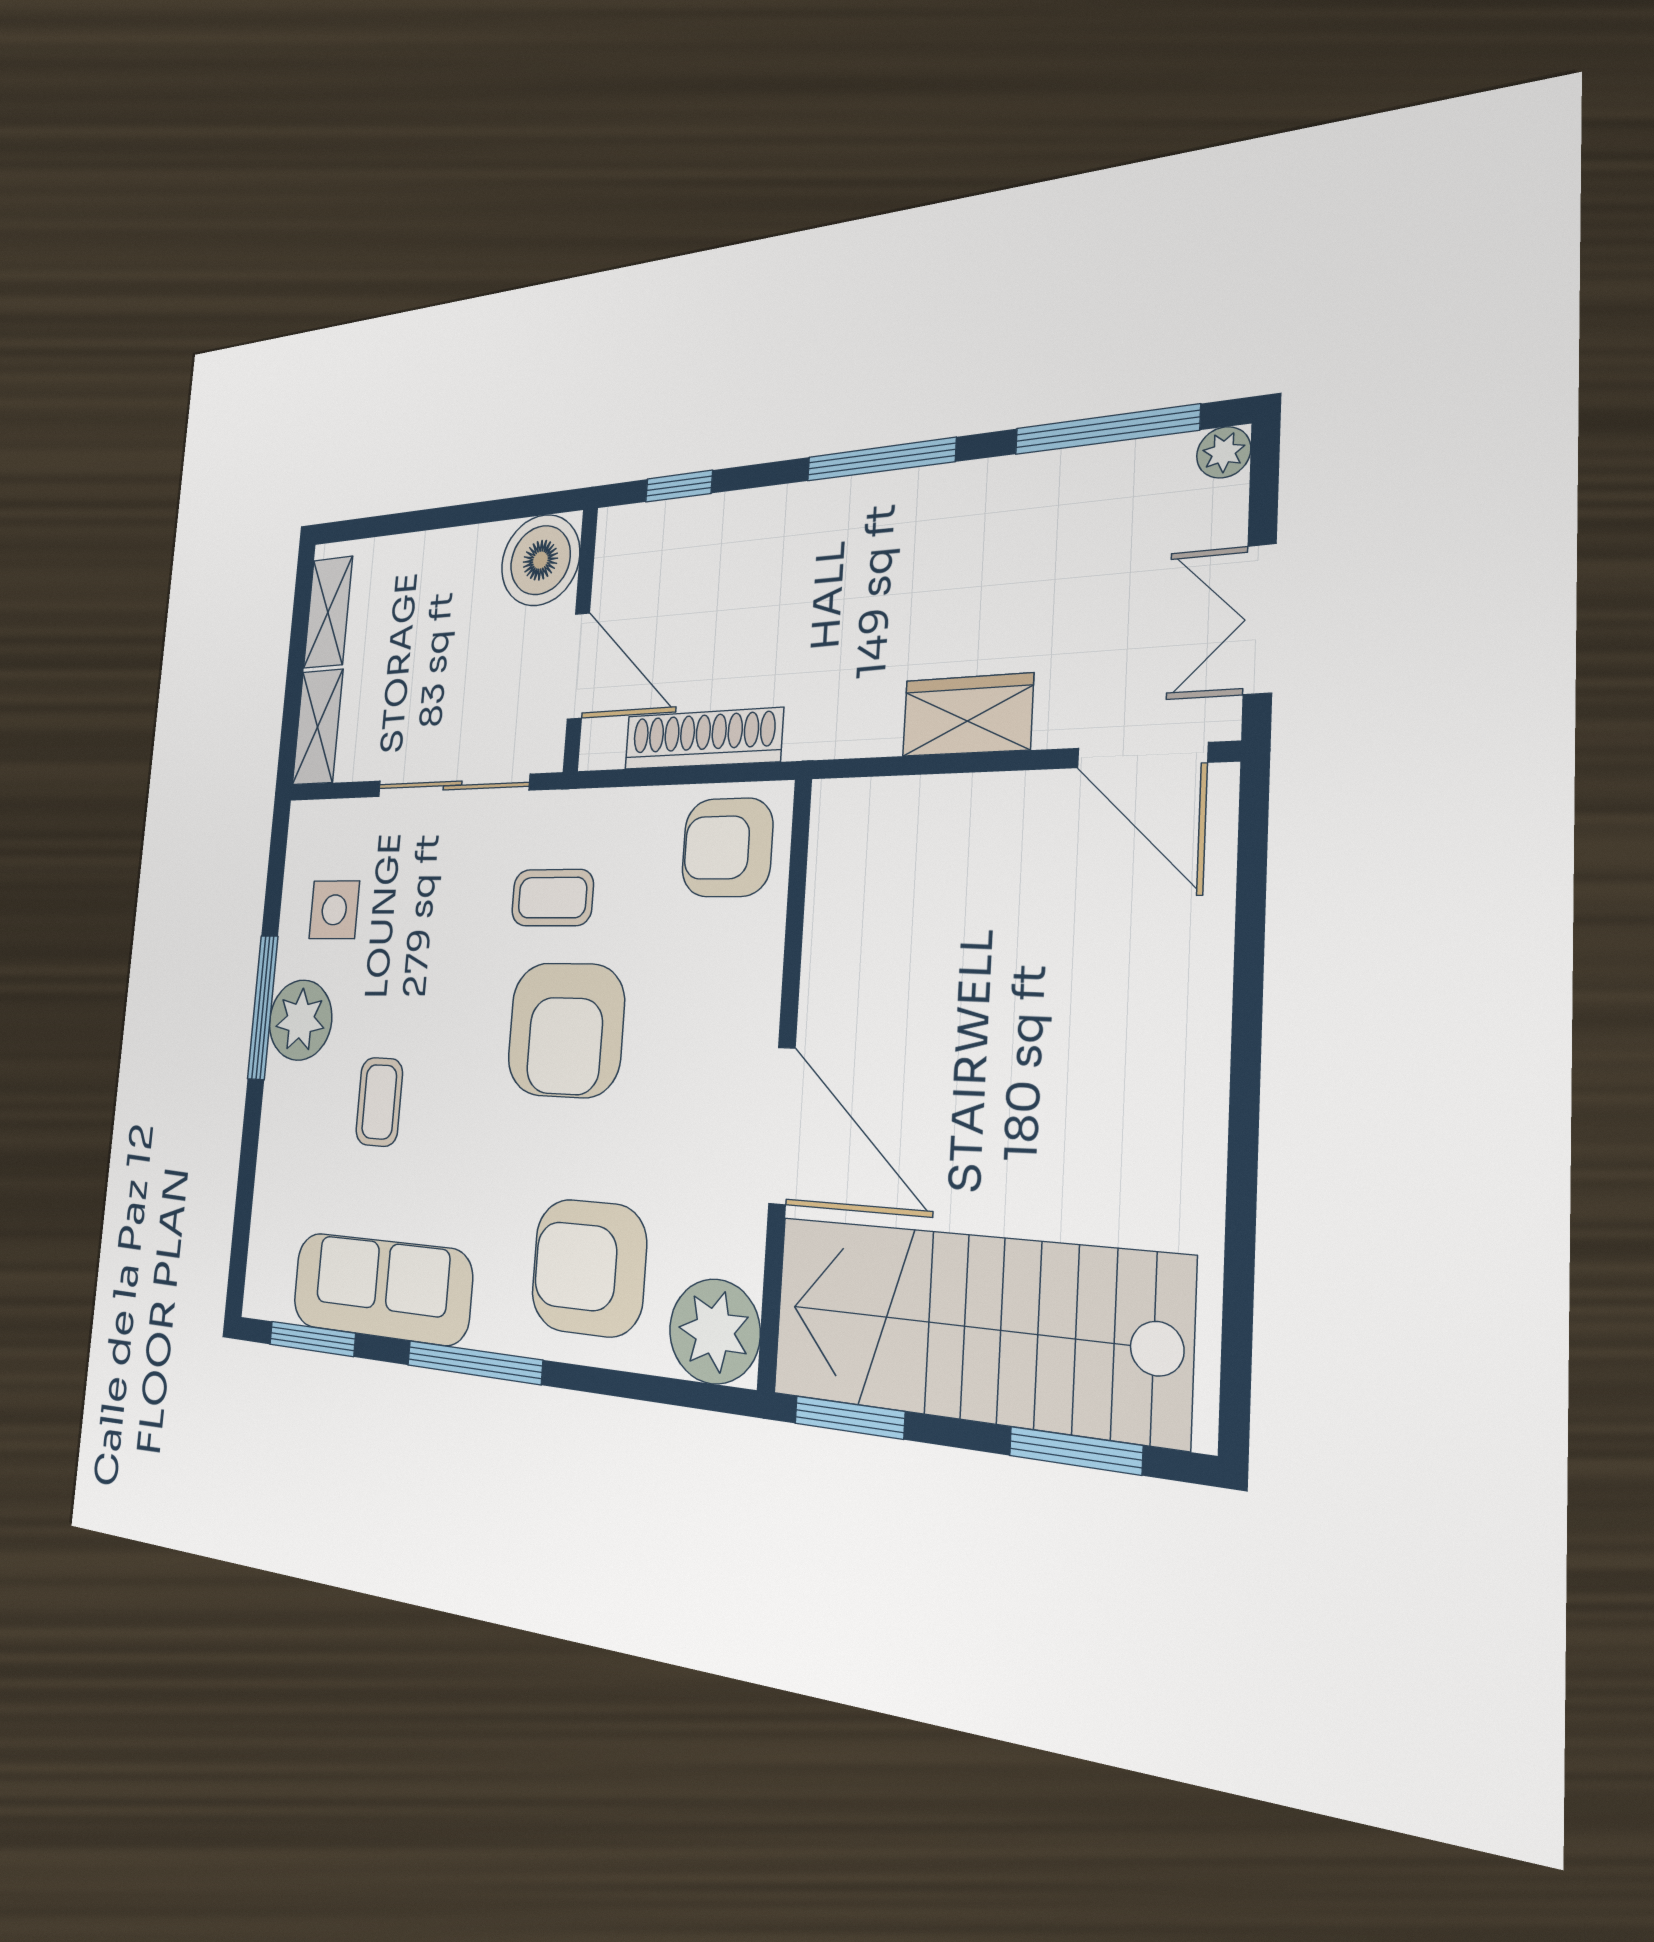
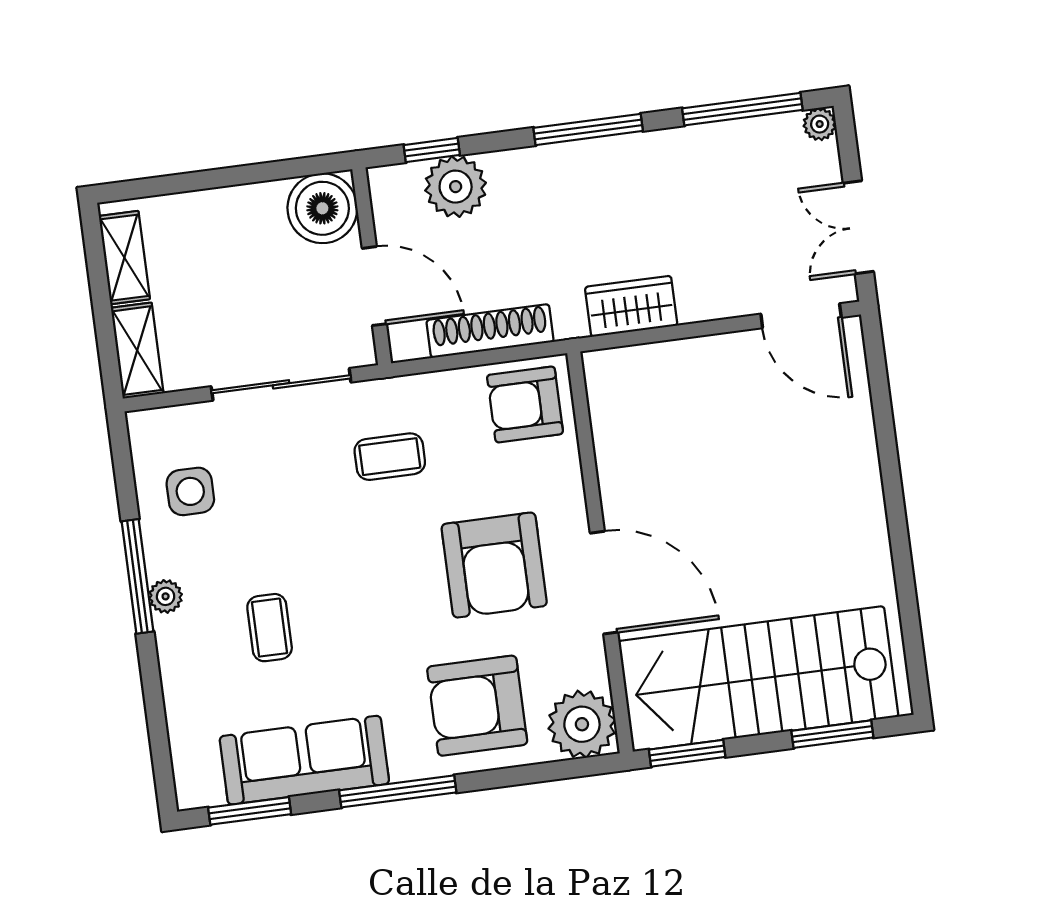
plant: (698, 536) -> (456, 187), added
wardrobe: (967, 715) -> (631, 306), moved
plant: (300, 1020) -> (166, 596), width x0.53, depth x0.53
armchair: (566, 1030) -> (494, 565), moved

